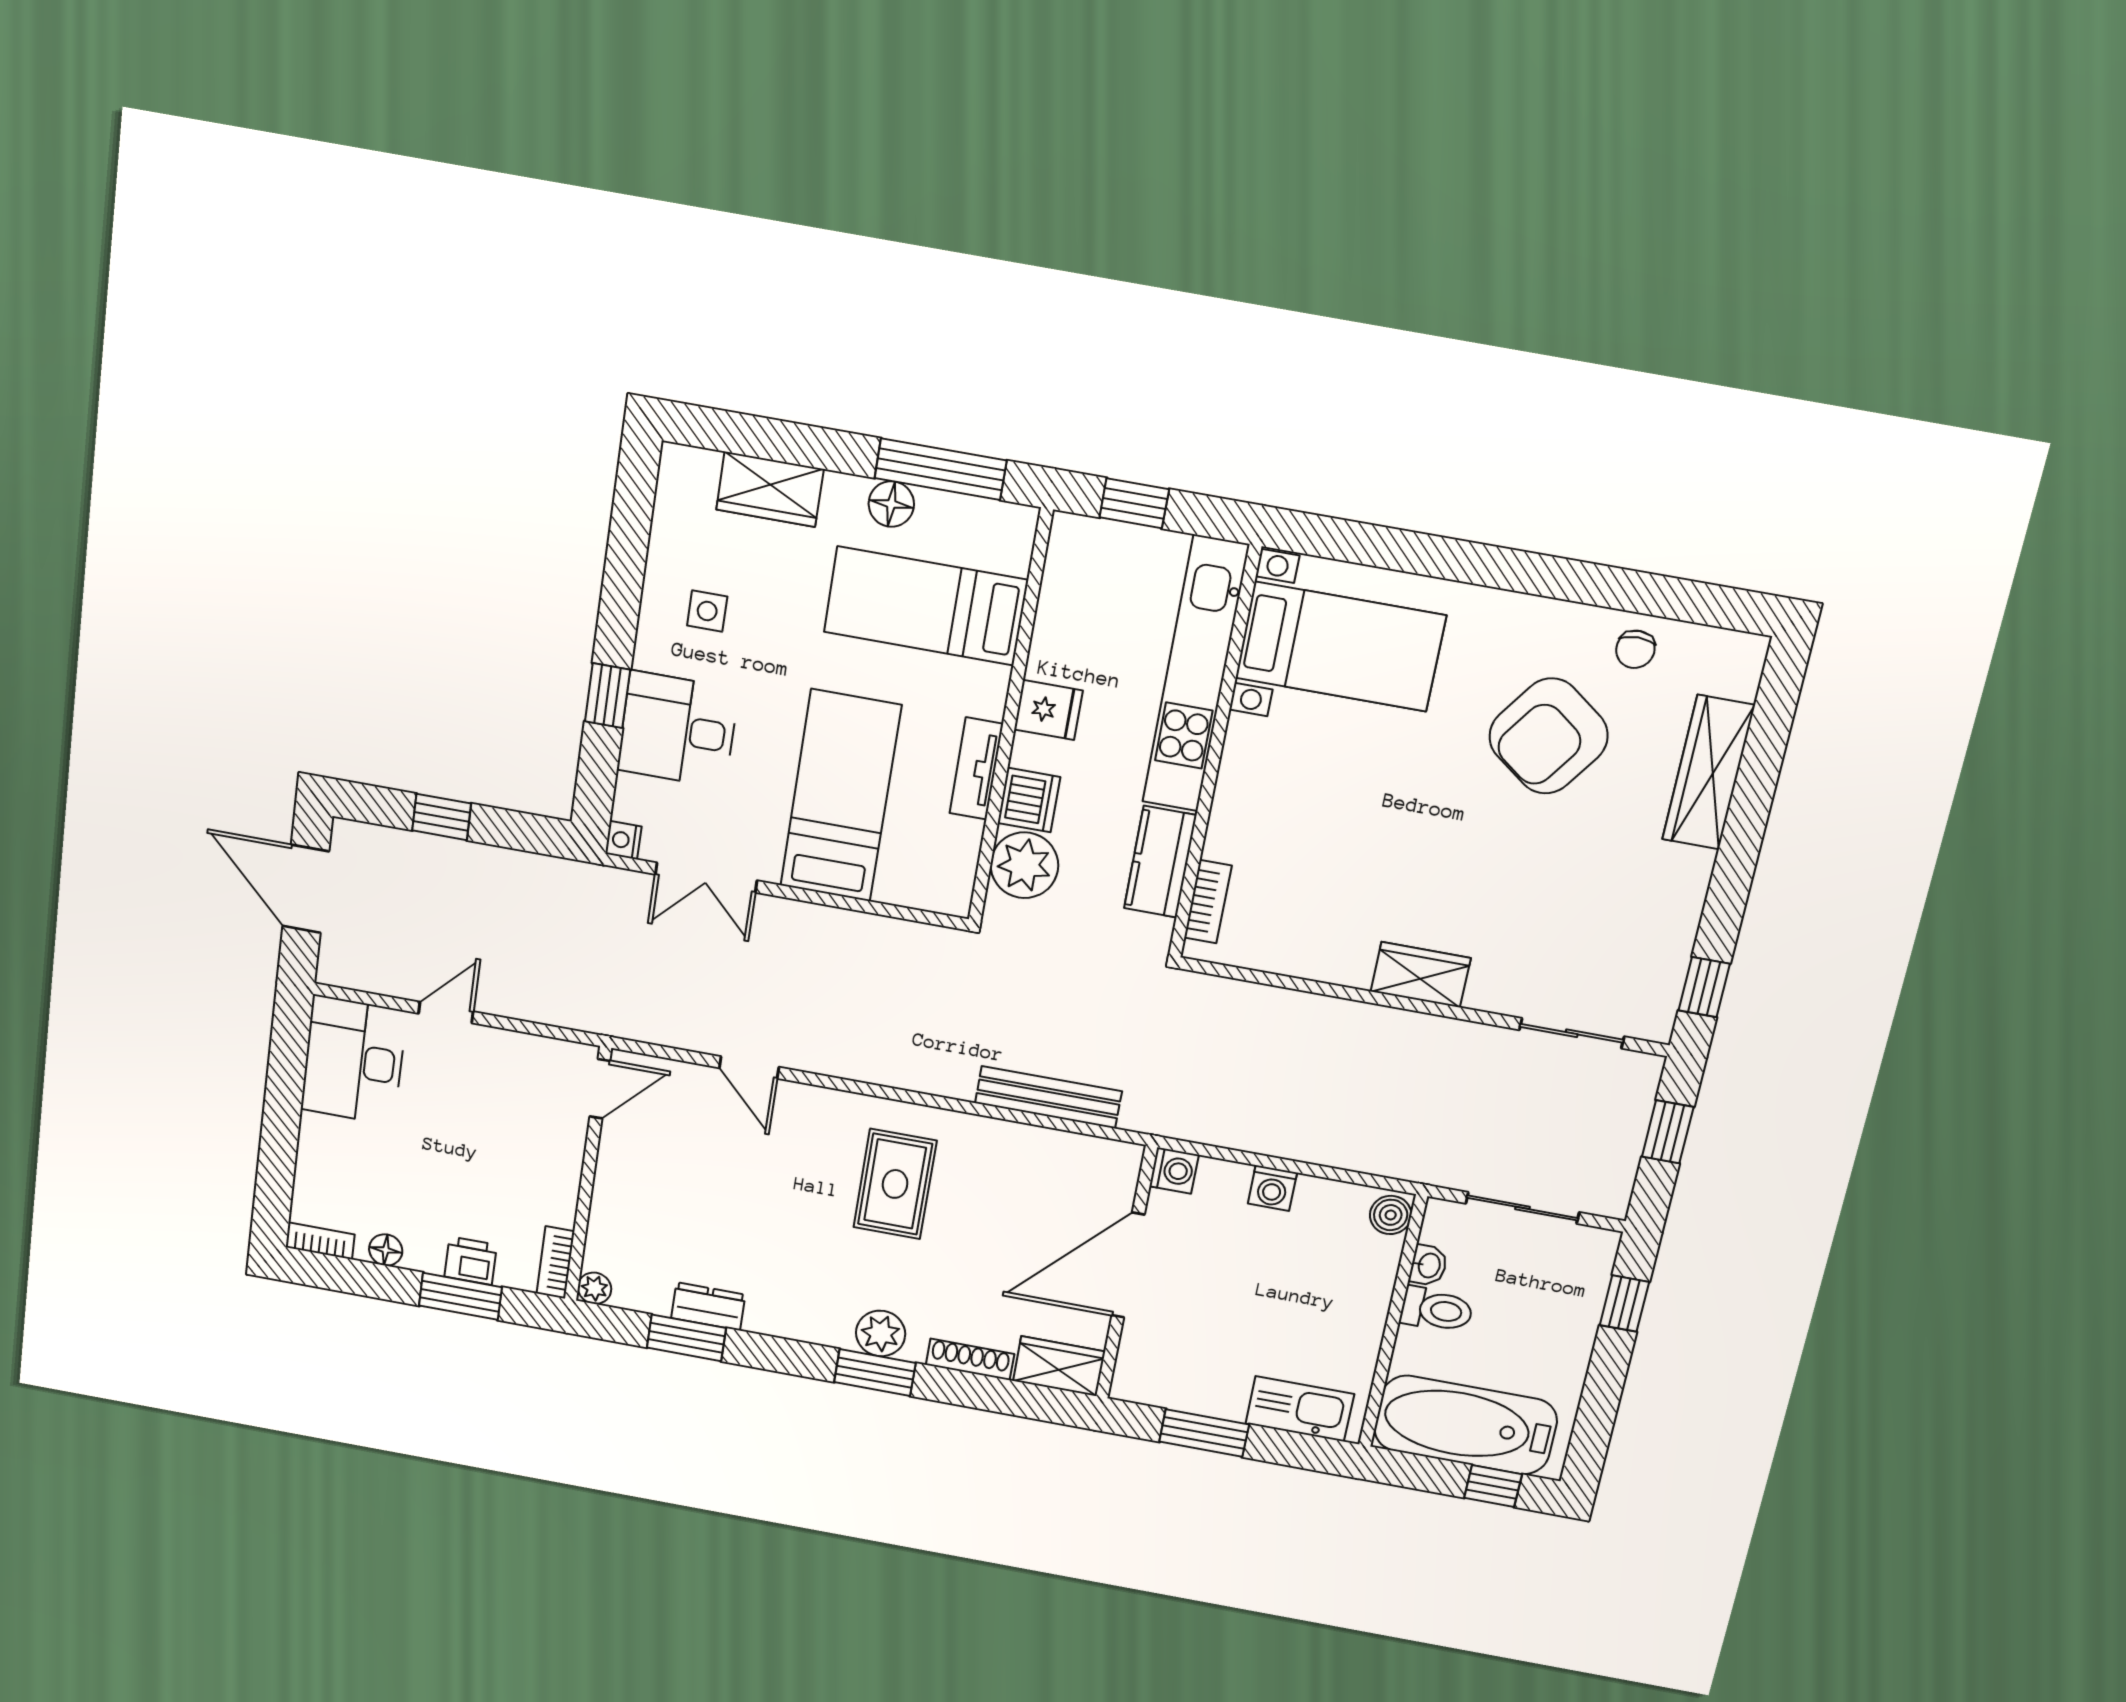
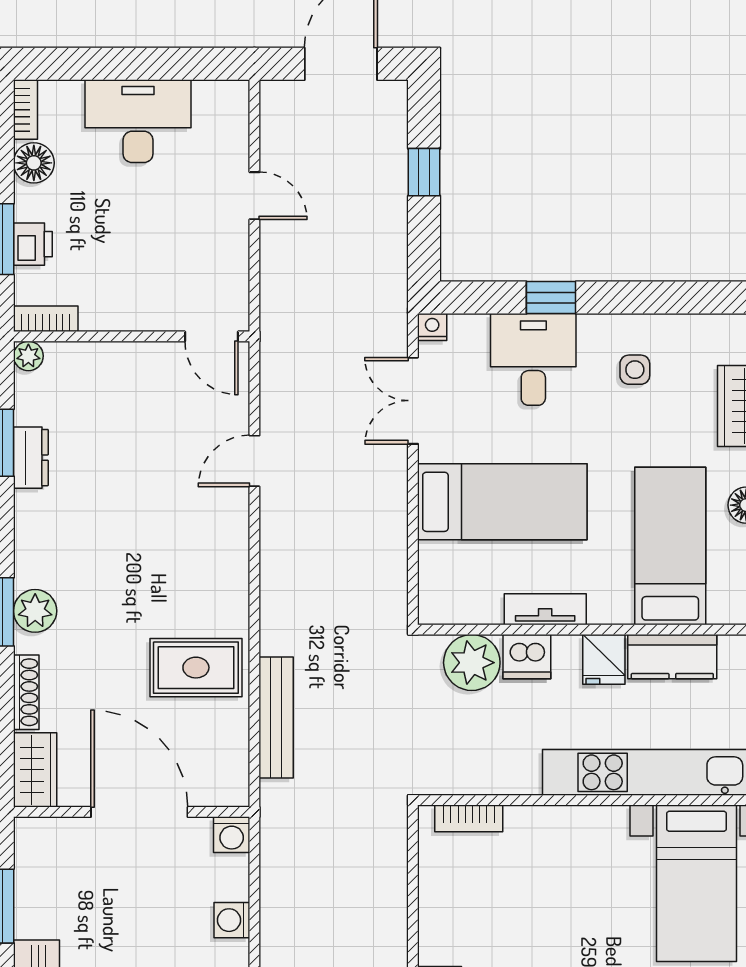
kitchen counter: (1160, 862) -> (672, 657), moved, turned 180
desk: (354, 1060) -> (138, 121), moved
rug: (895, 1184) -> (196, 668), moved
floor lamp: (386, 1250) -> (34, 163), width x1.37, depth x1.37

